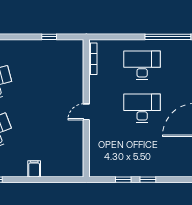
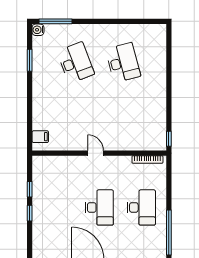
window: (49, 37) -> (169, 139), moved
filing cabinet: (34, 169) -> (40, 137), moved

